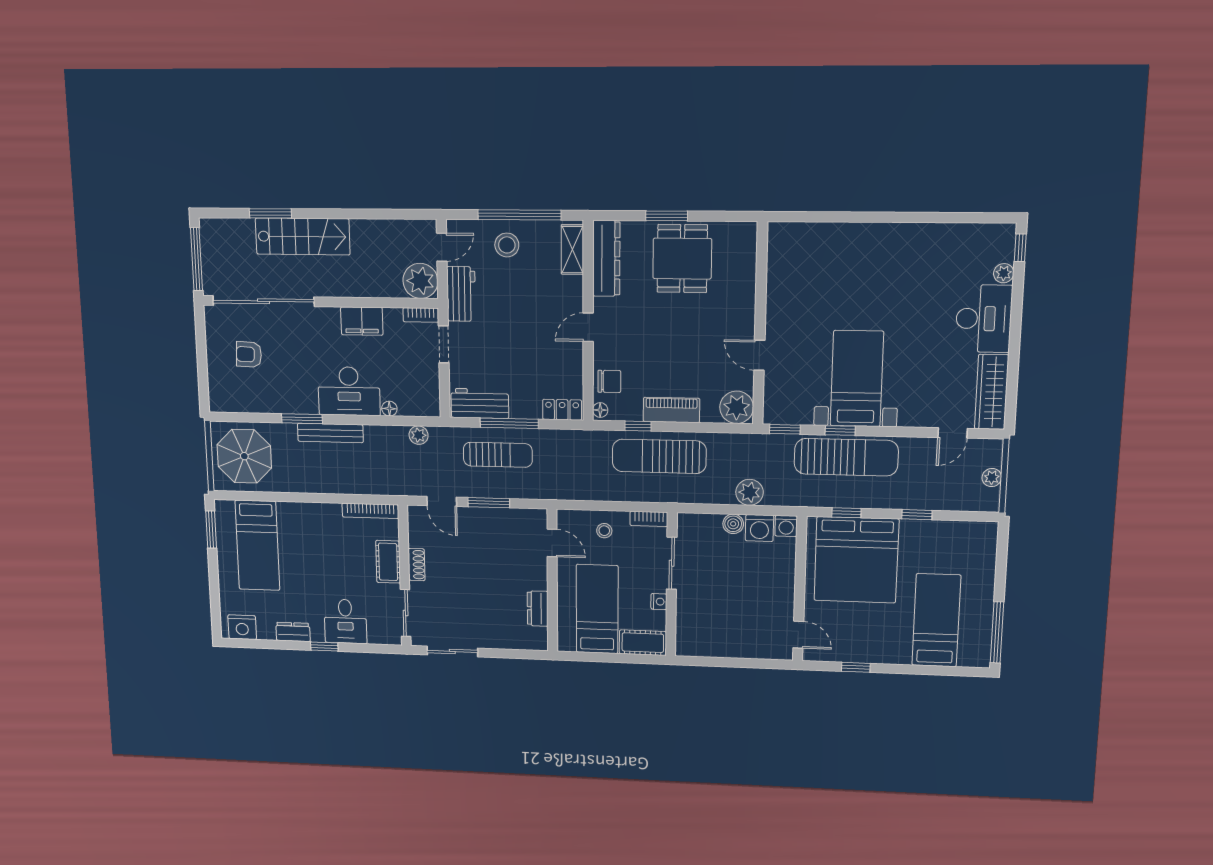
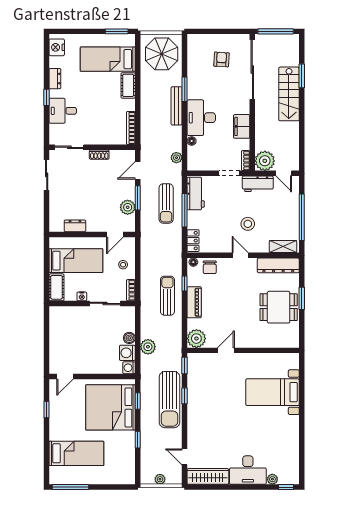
stool: (507, 245) -> (248, 224), moved
bed with nightstands: (857, 379) -> (273, 392), moved, turned 180
sun lounger: (659, 456) -> (167, 296), width x0.73, depth x0.75
plant: (505, 520) -> (128, 207), added
cot: (388, 562) -> (128, 85), moved, turned 90

